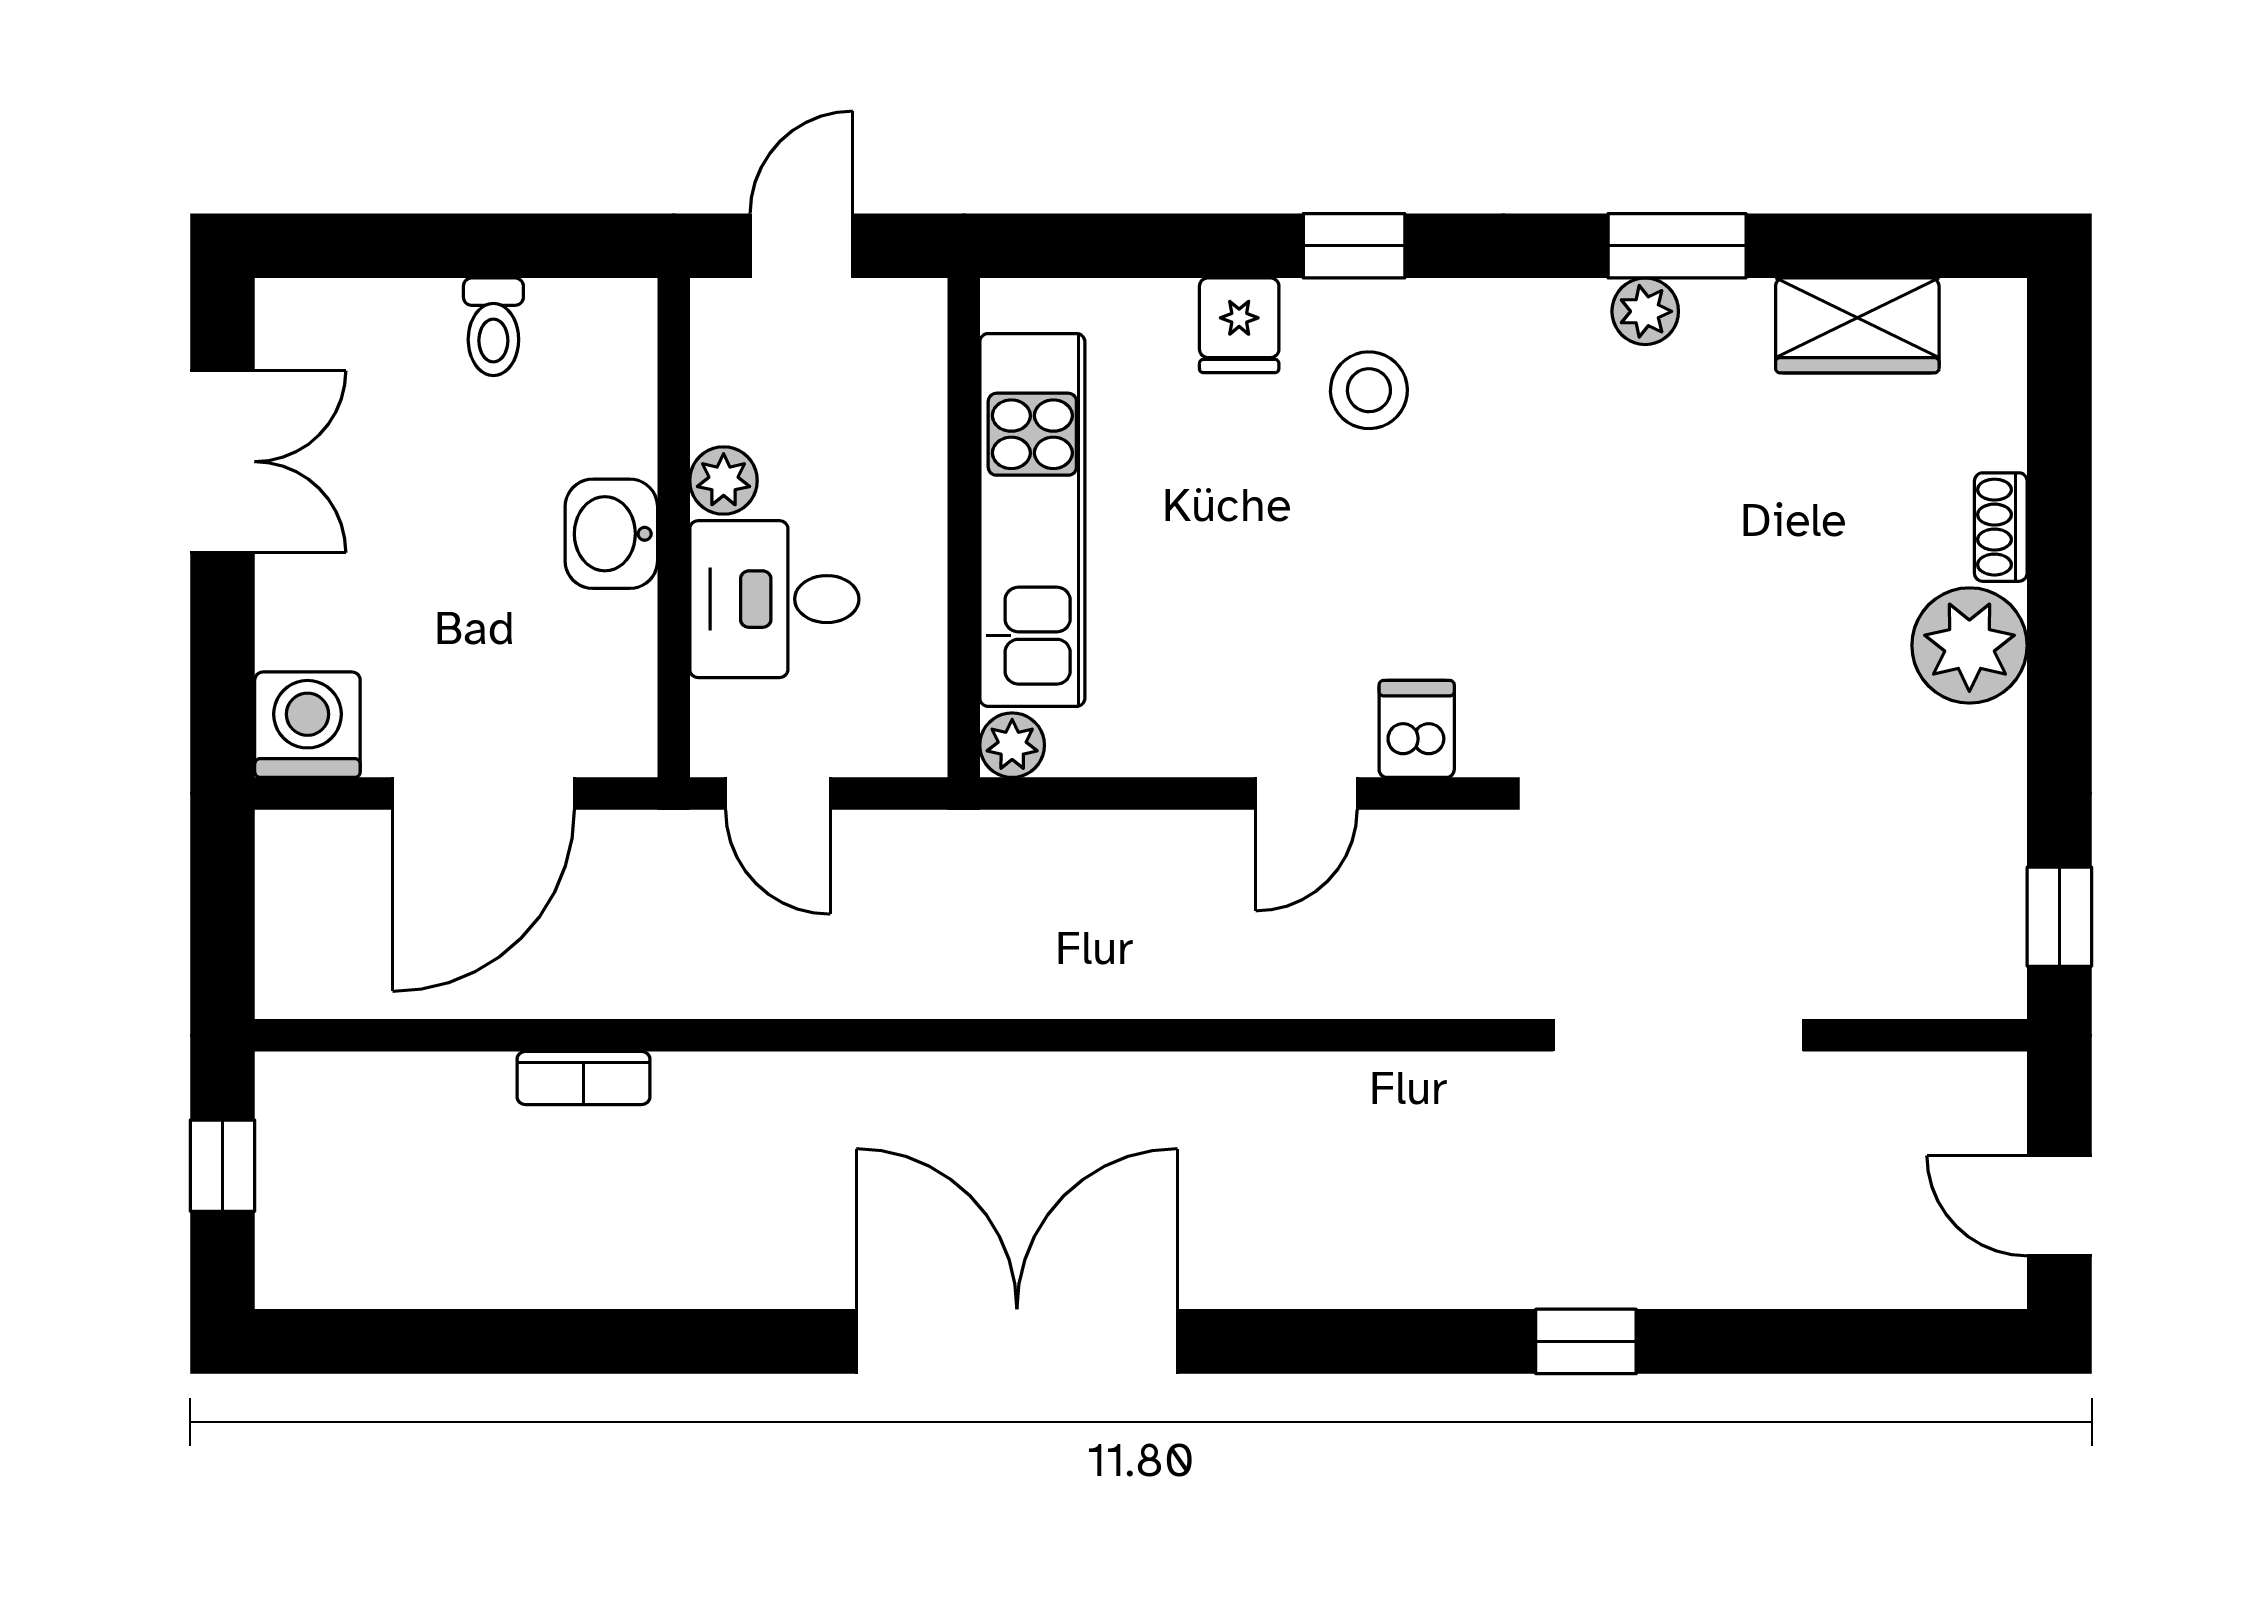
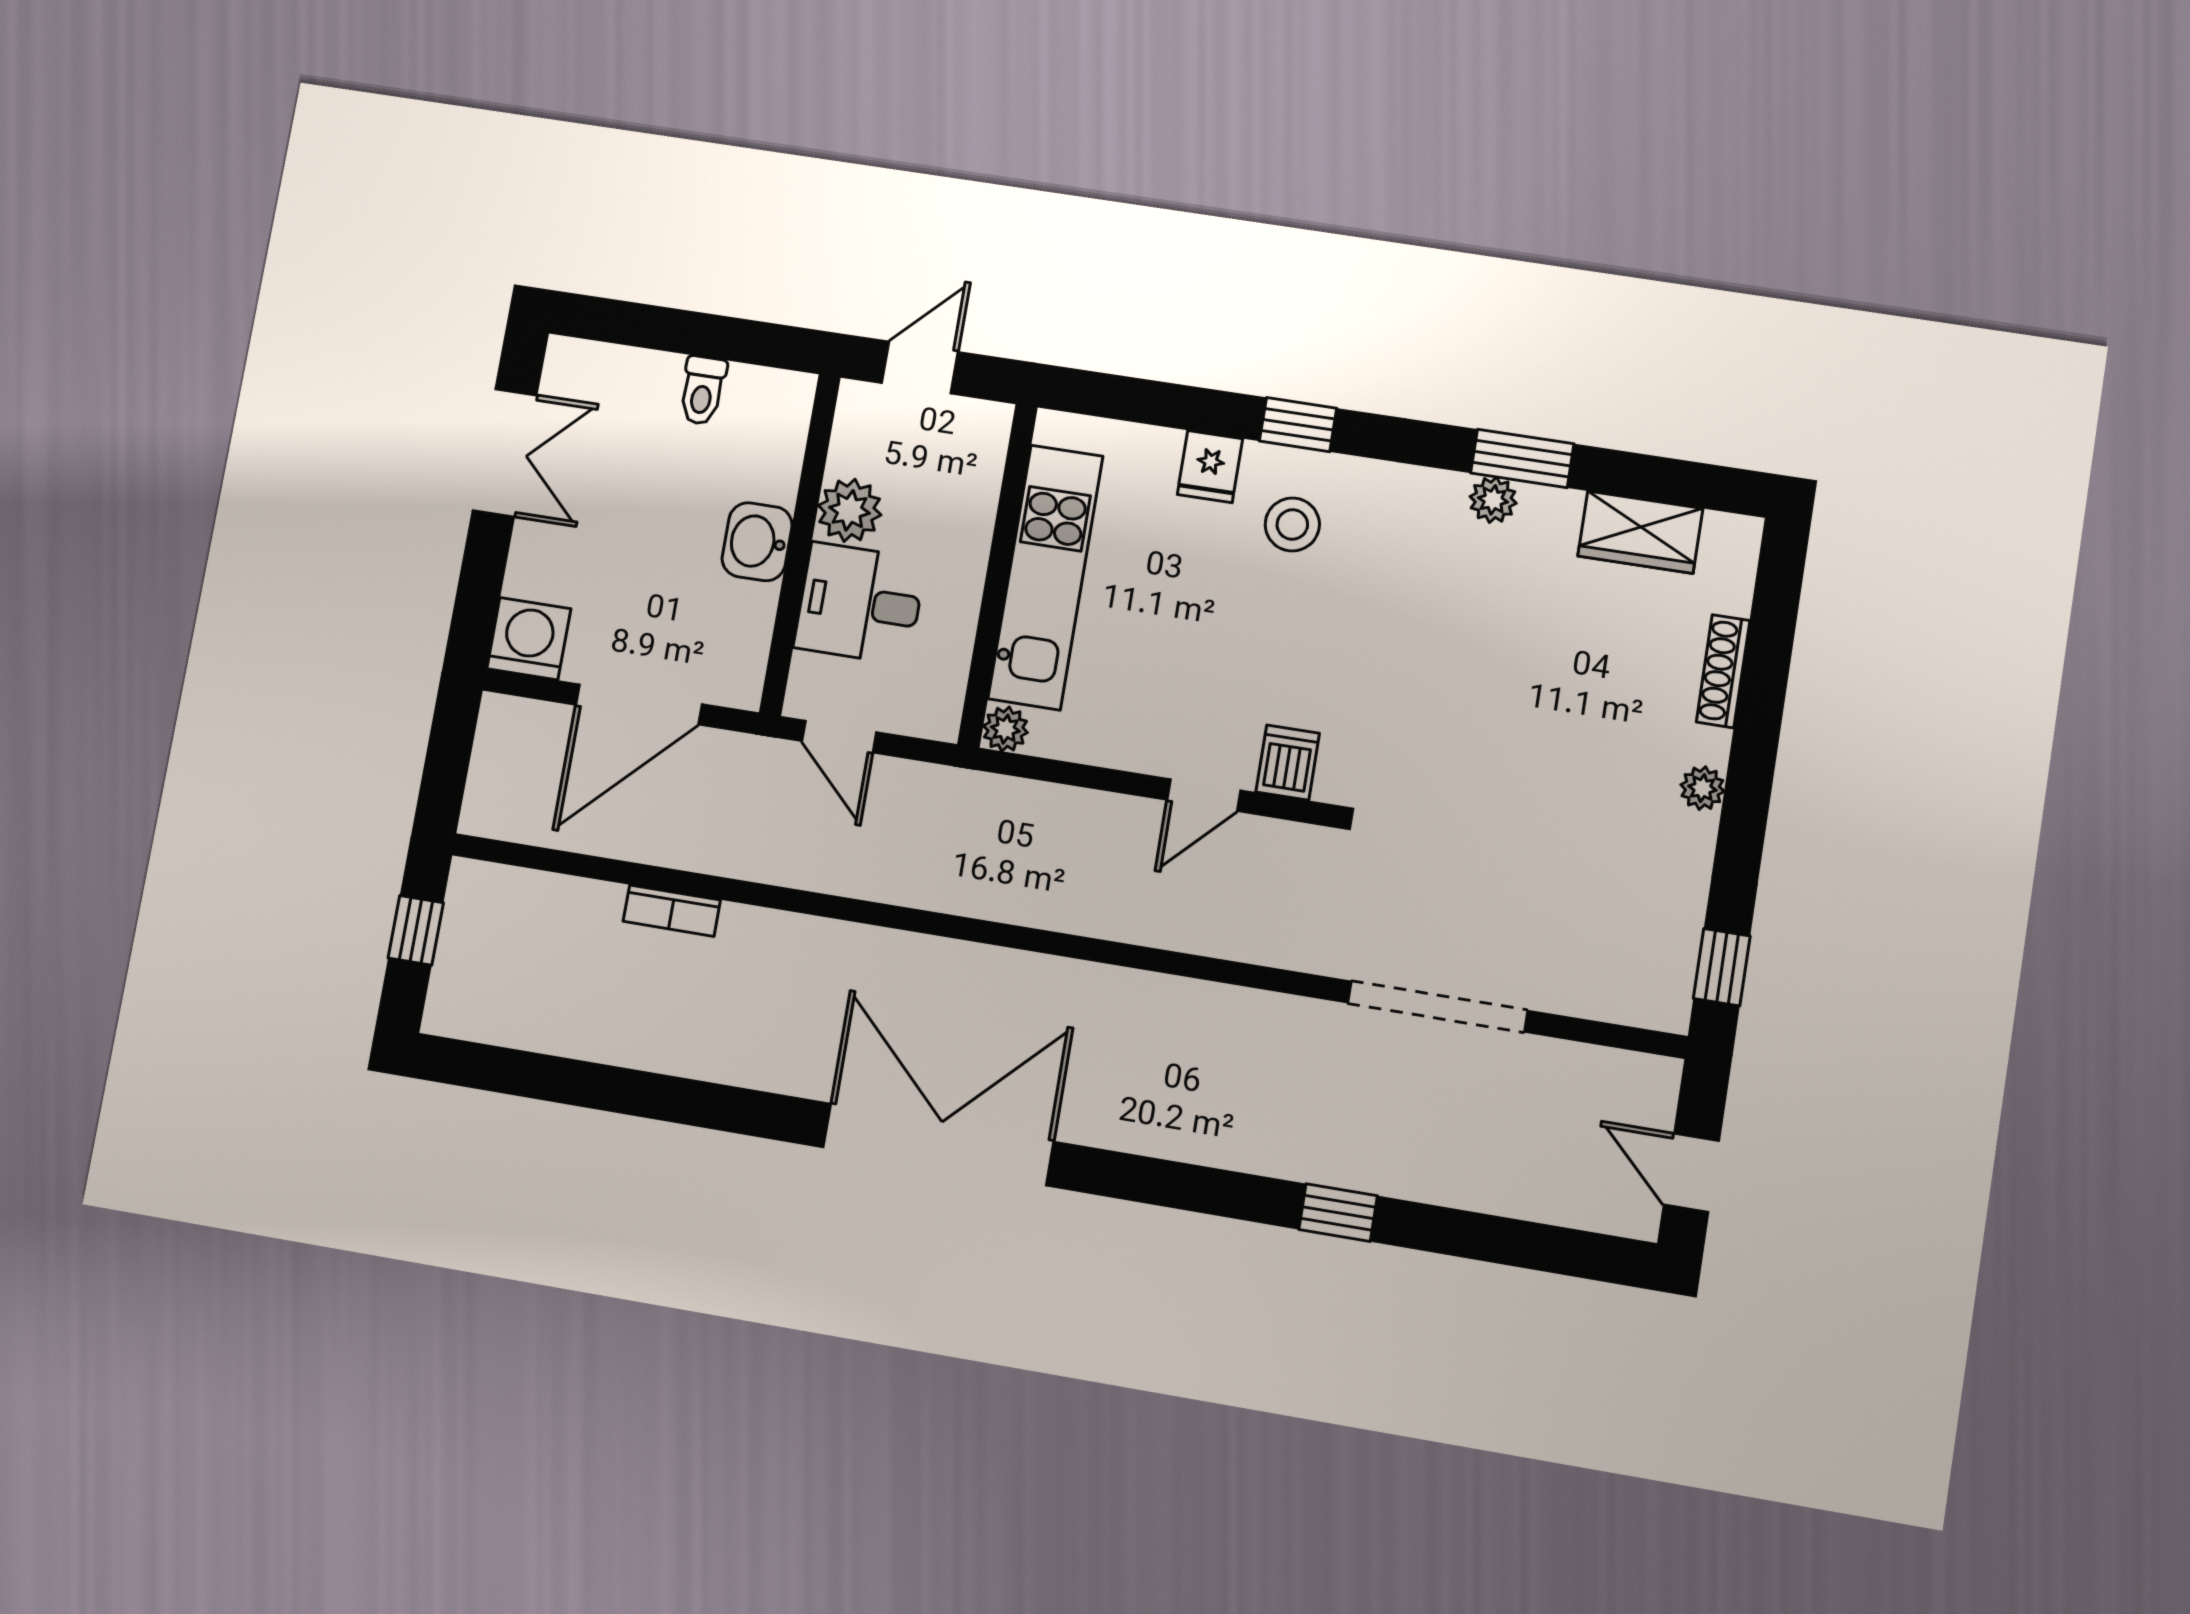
plant: (724, 480) -> (850, 510), width x1.38, depth x1.38
shoe rack: (2001, 527) -> (1723, 671), width x1.43
plant: (1969, 645) -> (1702, 788), width x0.53, depth x0.53

